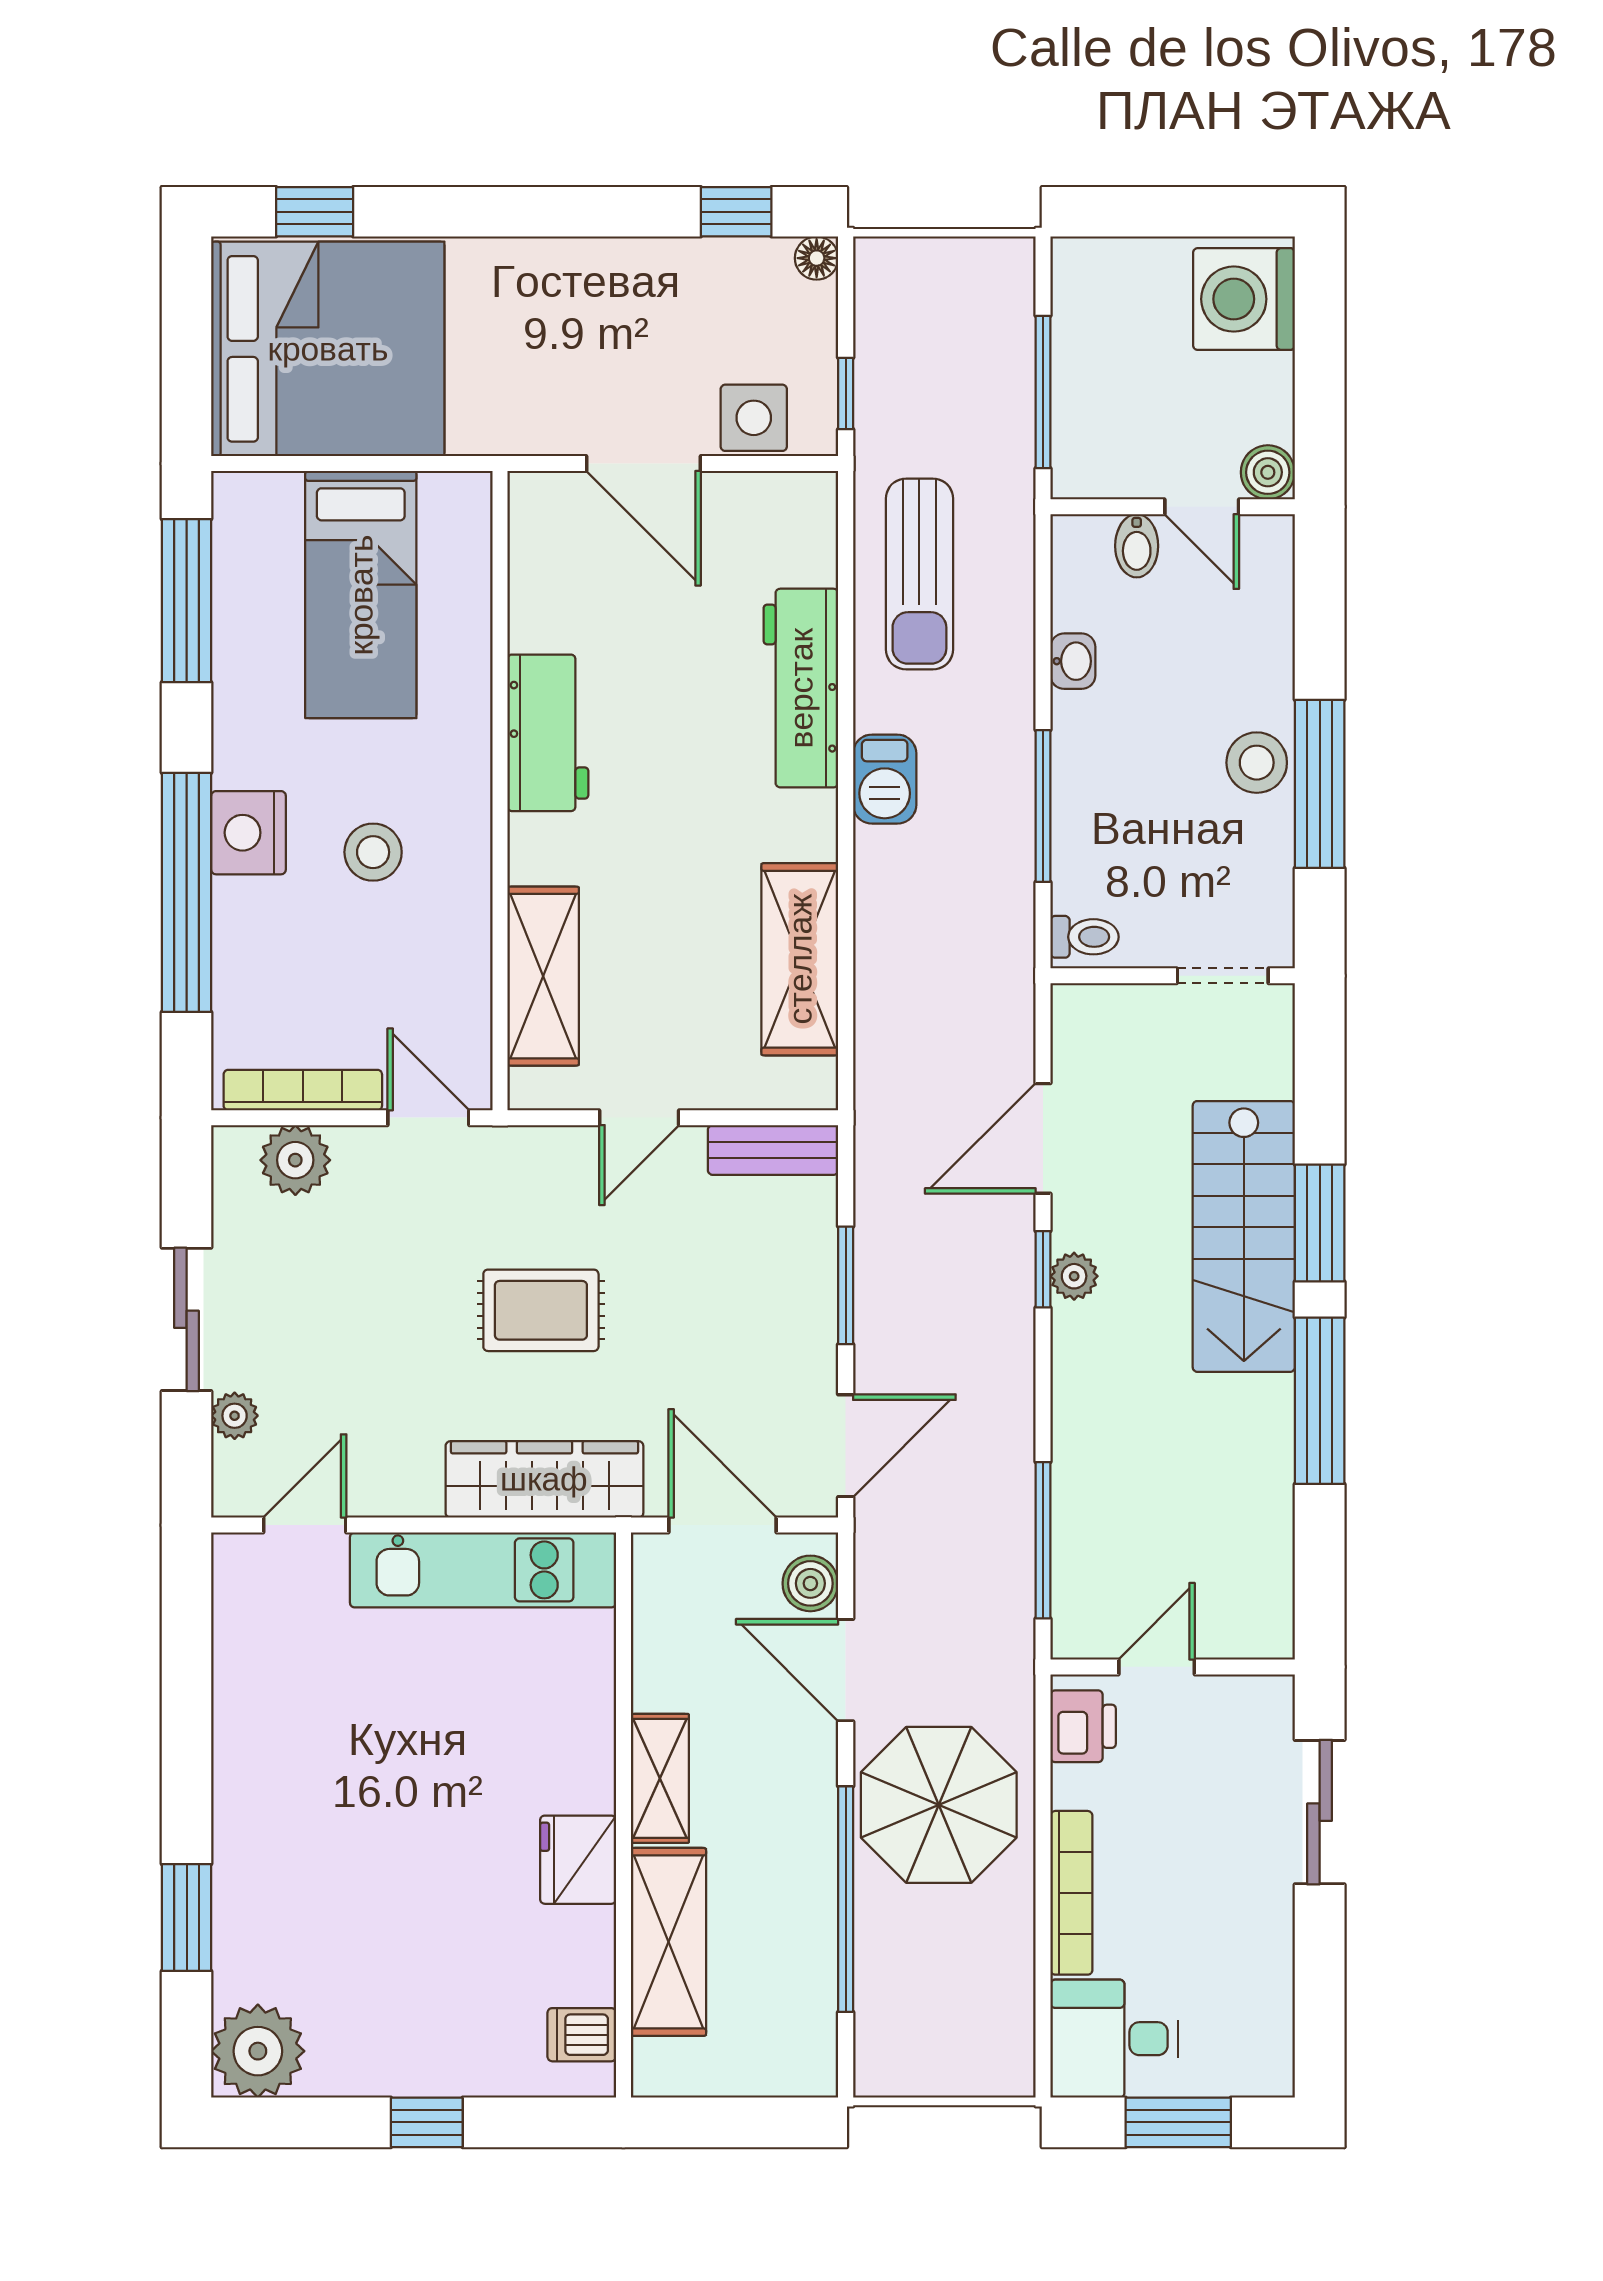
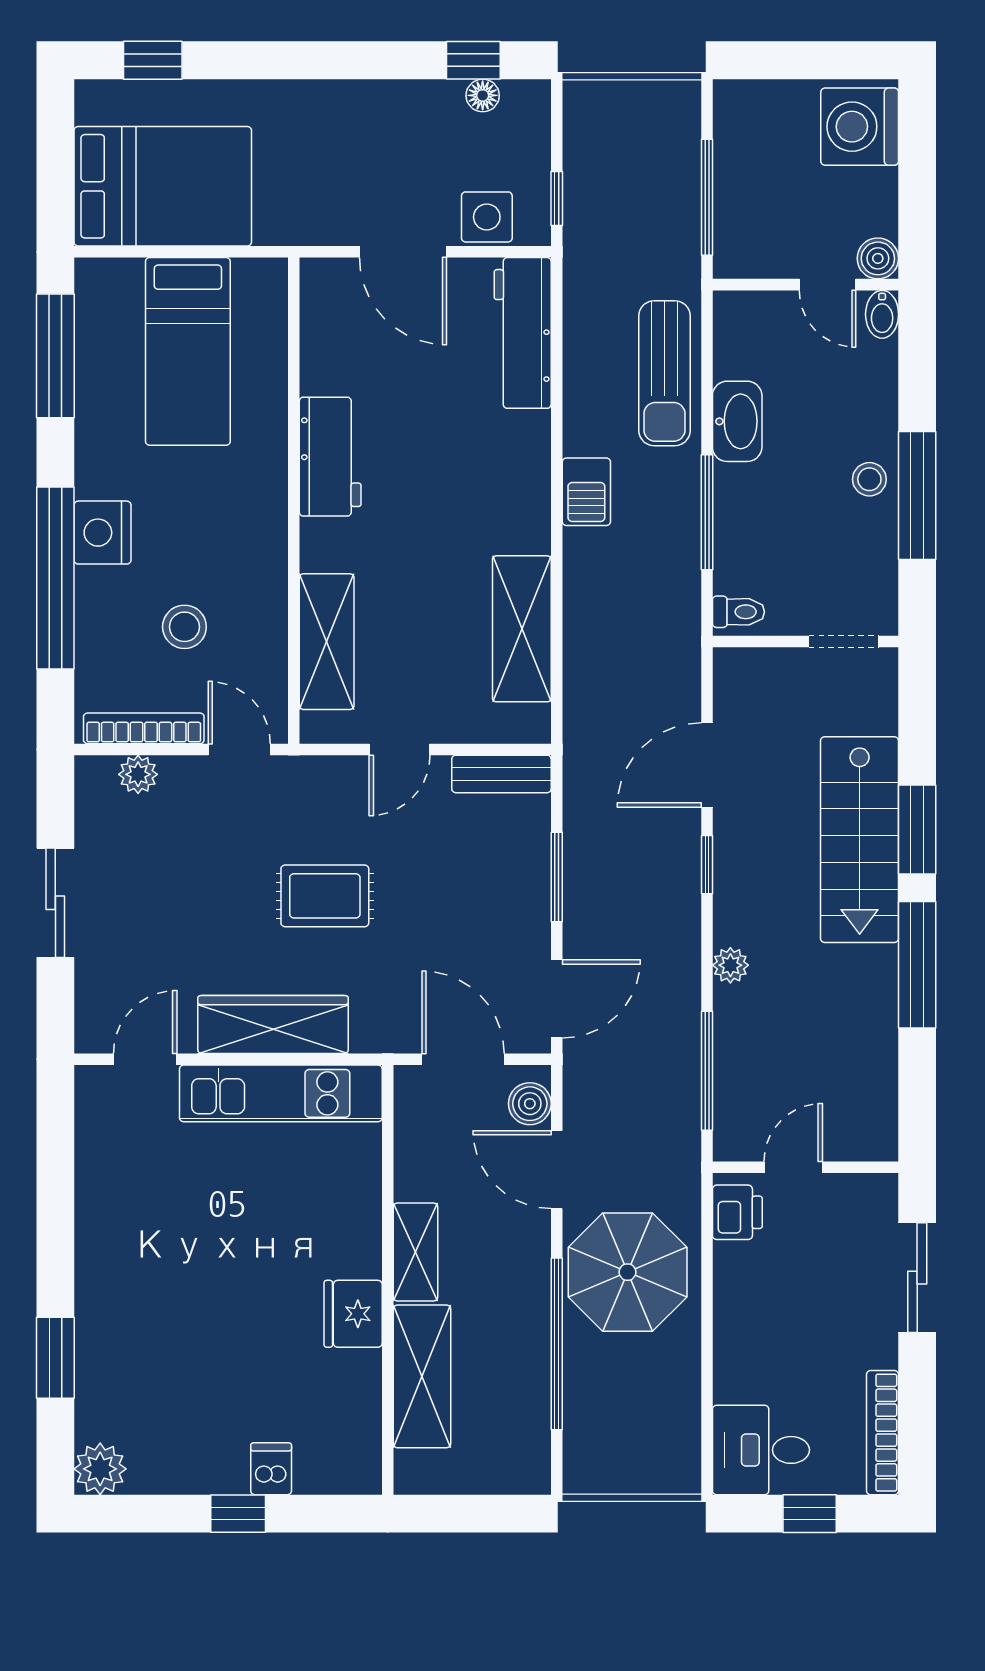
floor lamp: (817, 258) -> (483, 95), moved
bed: (328, 349) -> (163, 186), width x0.73
bidet: (1137, 546) -> (882, 314), moved
sun lounger: (919, 574) -> (664, 373), moved
washbasin: (1073, 661) -> (737, 421), width x1.91, depth x1.45
workbench: (801, 688) -> (523, 333), moved
stool: (1257, 763) -> (869, 479), width x0.73, depth x0.73
stool: (373, 852) -> (184, 627), moved
plant: (295, 1160) -> (138, 774), width x0.73, depth x0.73
plant: (1074, 1276) -> (730, 965), moved
plant: (235, 1416) -> (92, 976), removed
wardrobe: (544, 1479) -> (273, 1025), moved
bookcase: (1071, 1893) -> (882, 1433), moved, turned 180
dishwasher: (582, 2035) -> (271, 1469), moved, turned 90
plant: (258, 2051) -> (100, 1469), width x0.73, depth x0.73
window: (1178, 2122) -> (810, 1514), width x0.67

